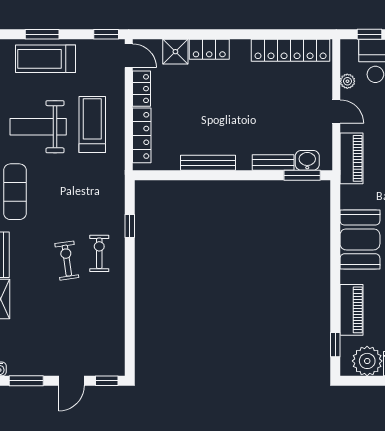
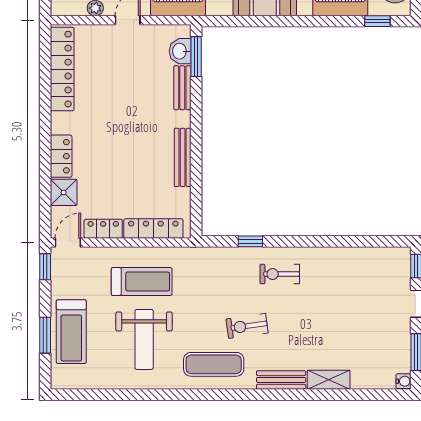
treadmill: (92, 125) -> (142, 282), turned 180
exercise bike: (67, 261) -> (247, 326), moved

